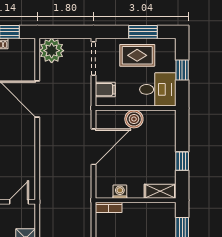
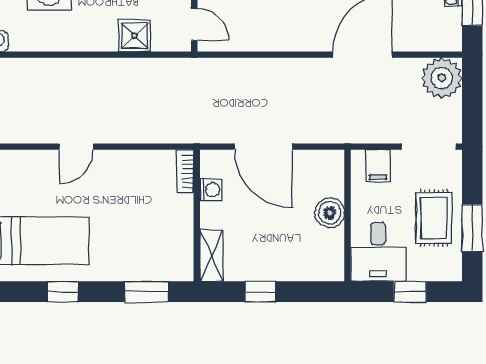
door: (94, 147) -> (264, 147), moved

